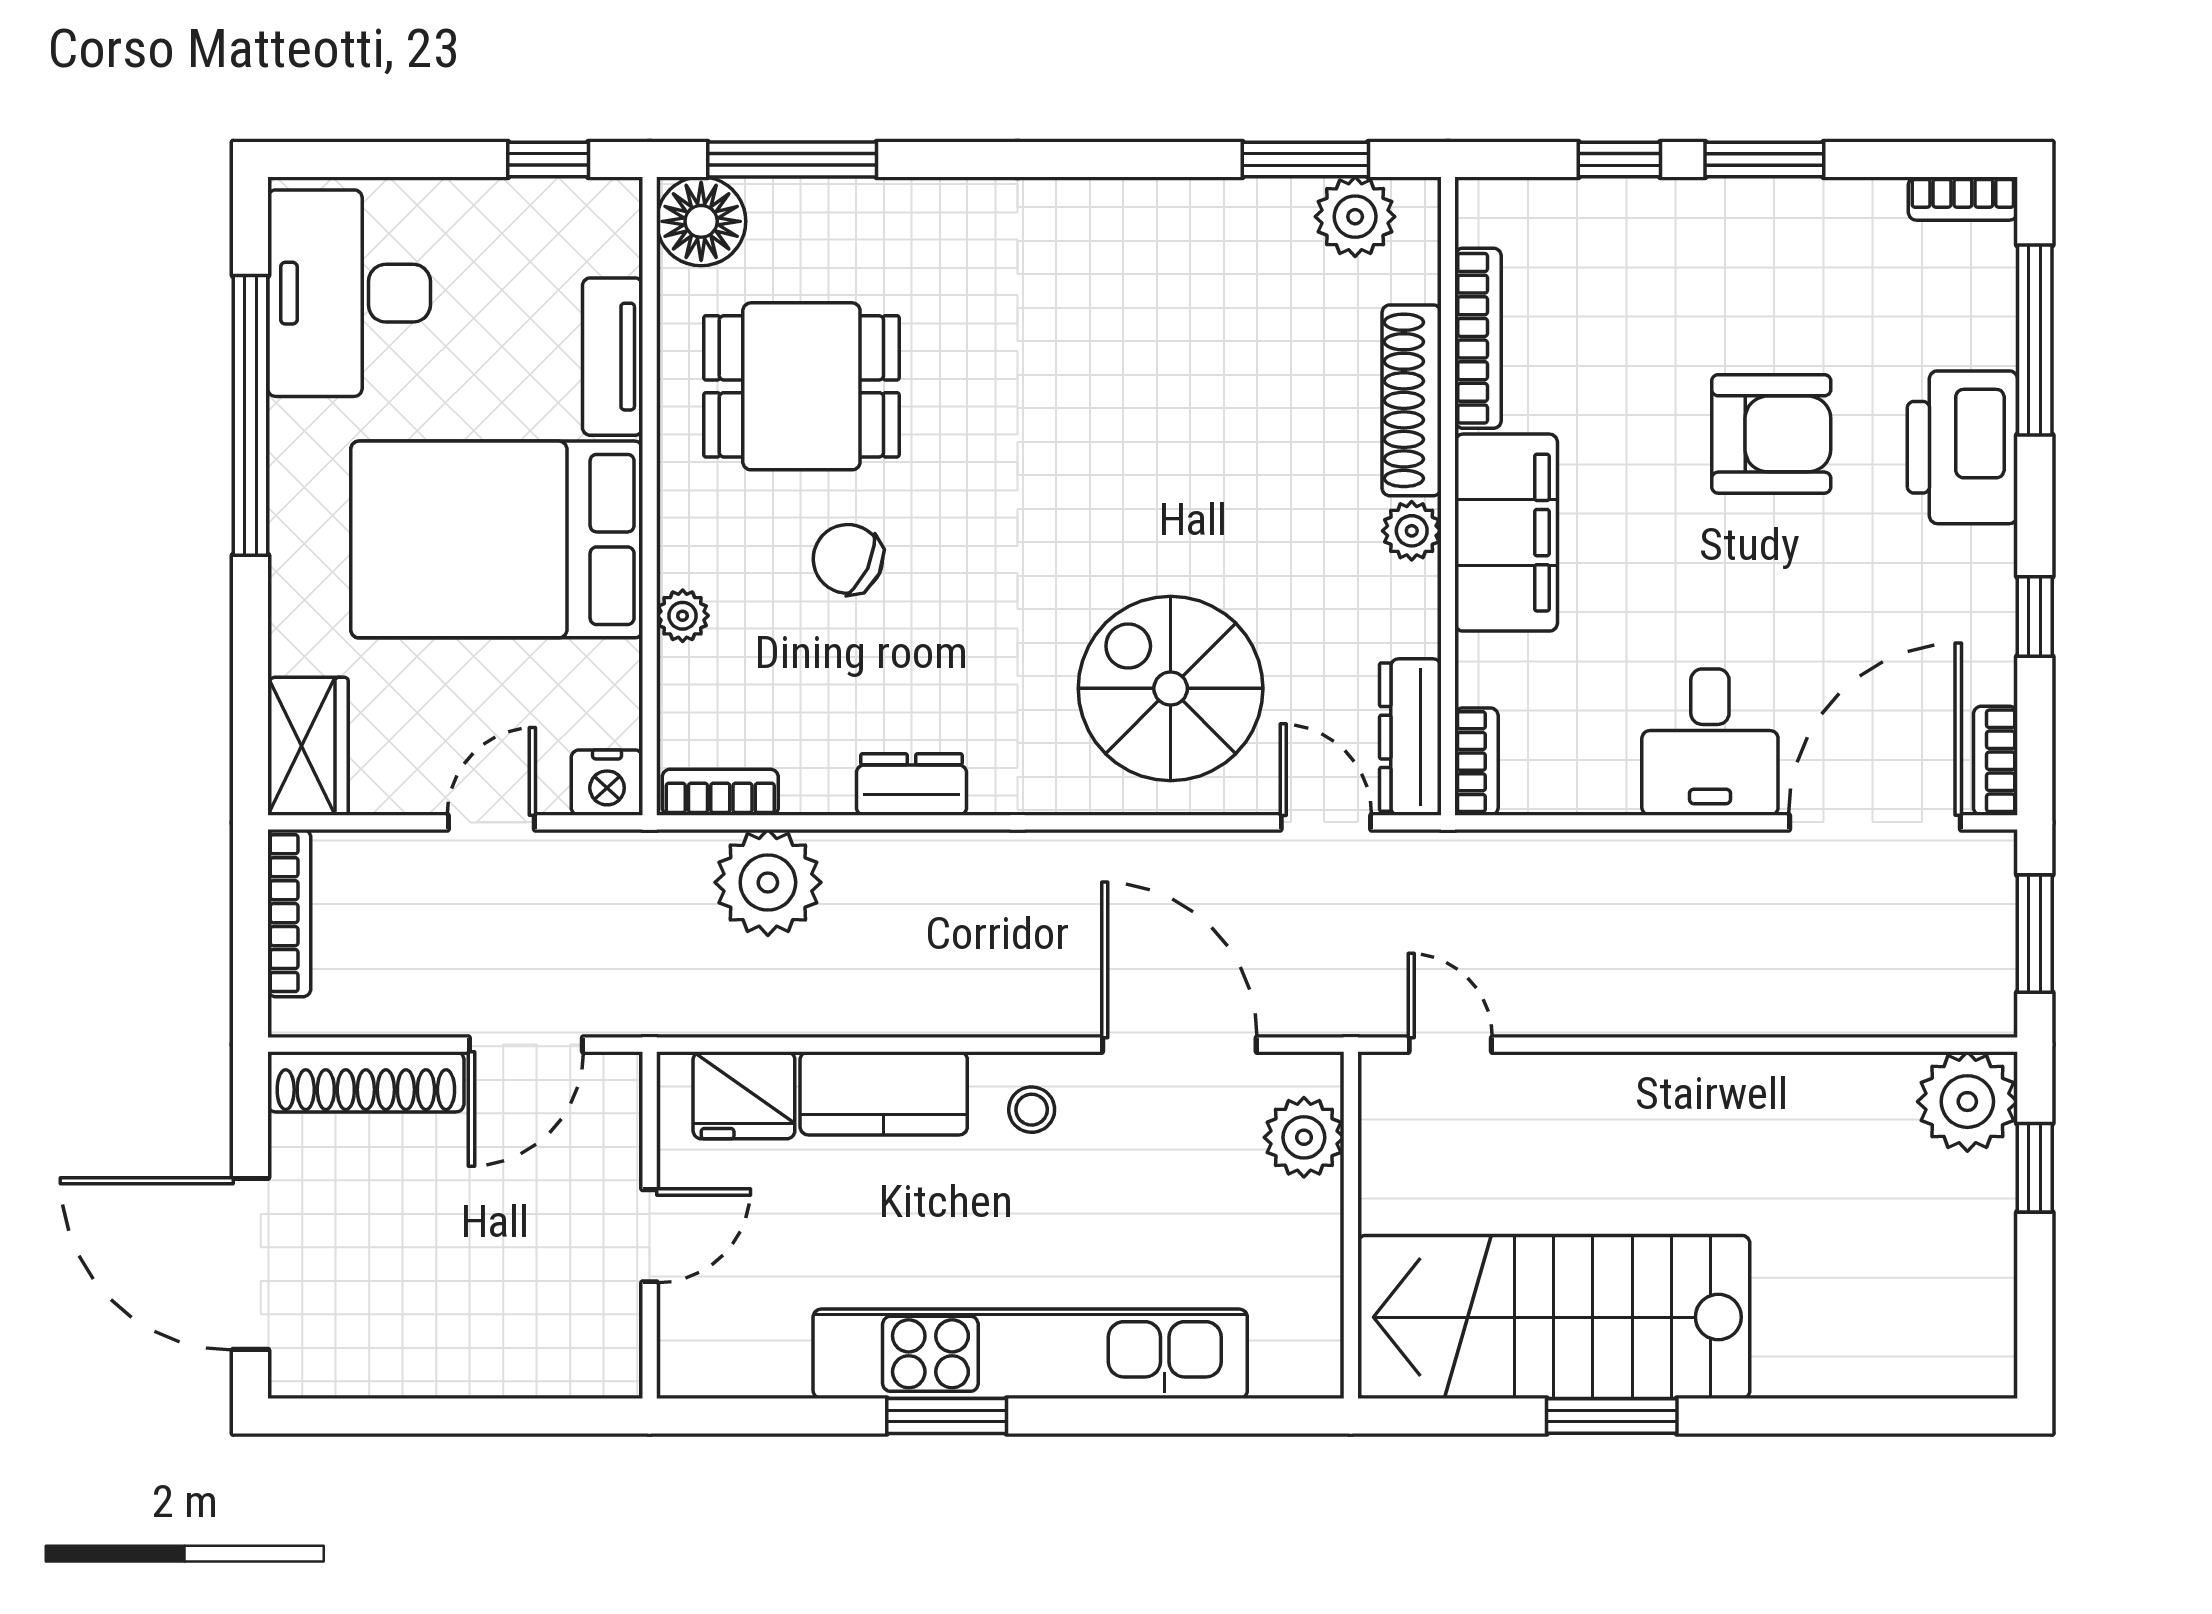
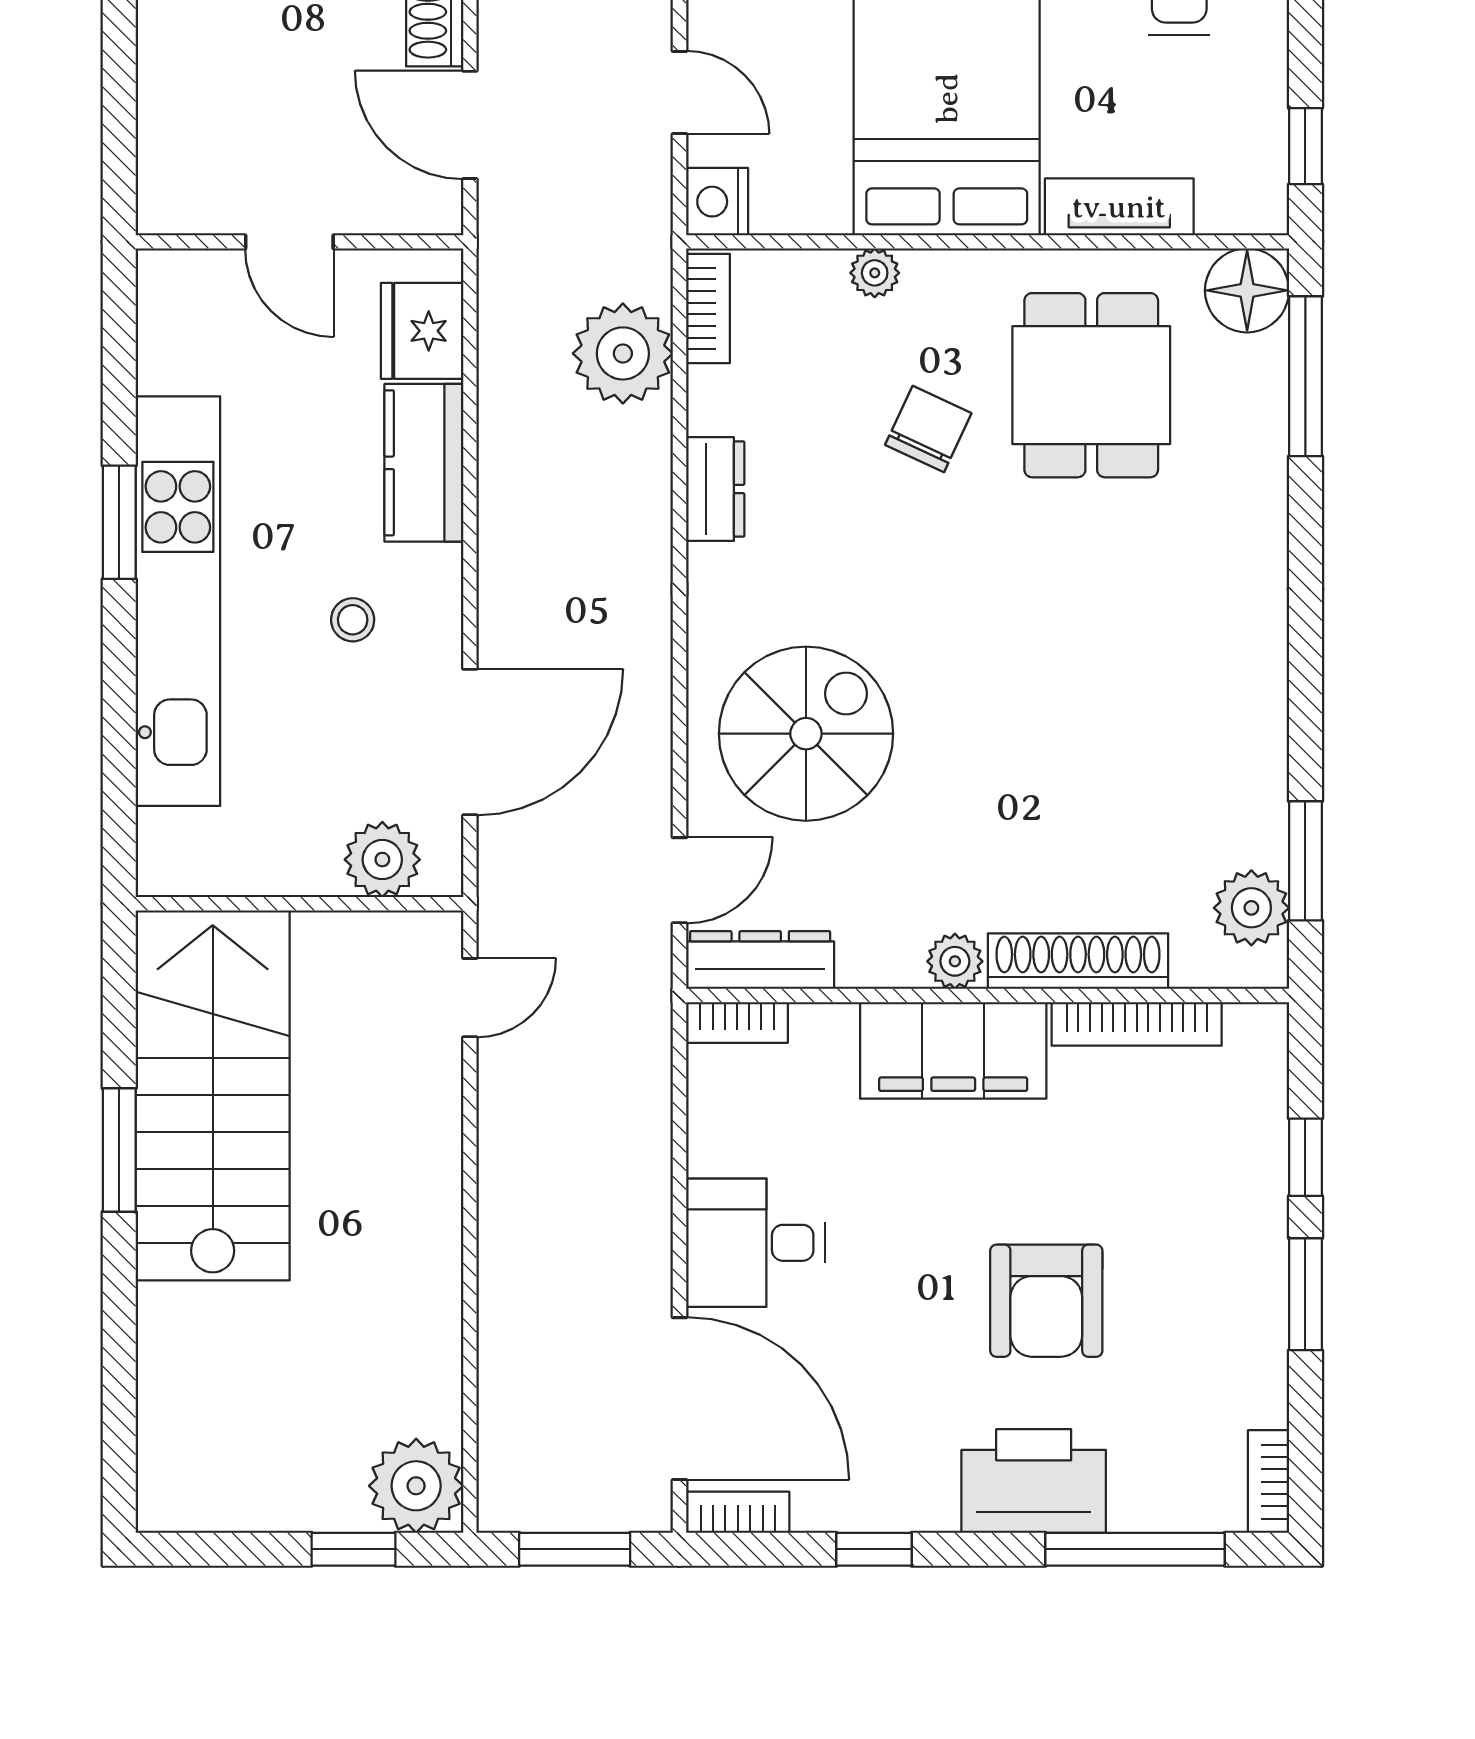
stool: (1032, 1110) -> (353, 620), moved

